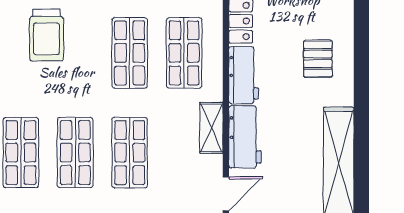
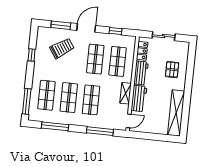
trolley: (46, 35) -> (62, 48), turned -124

